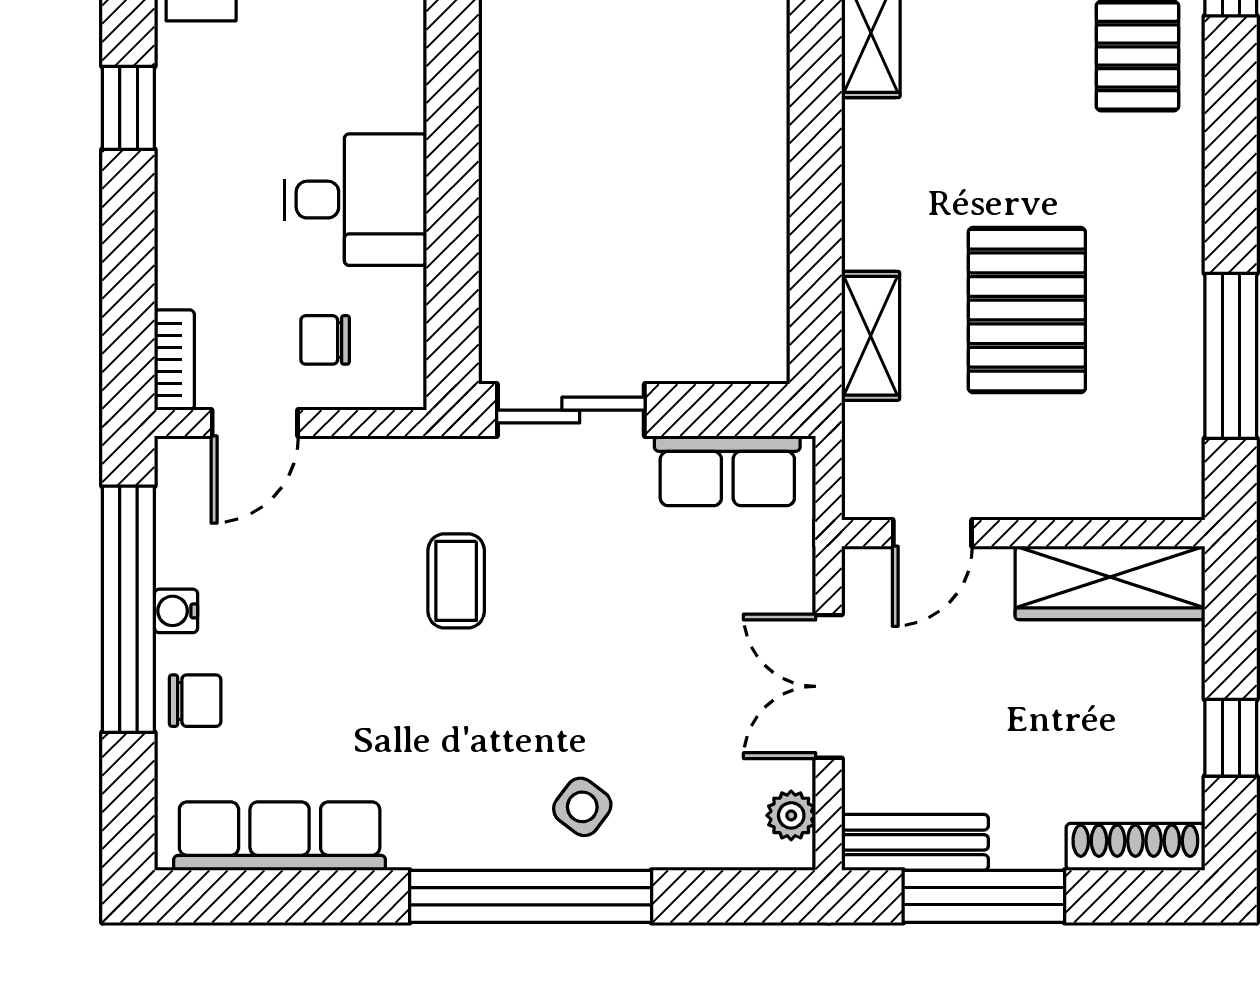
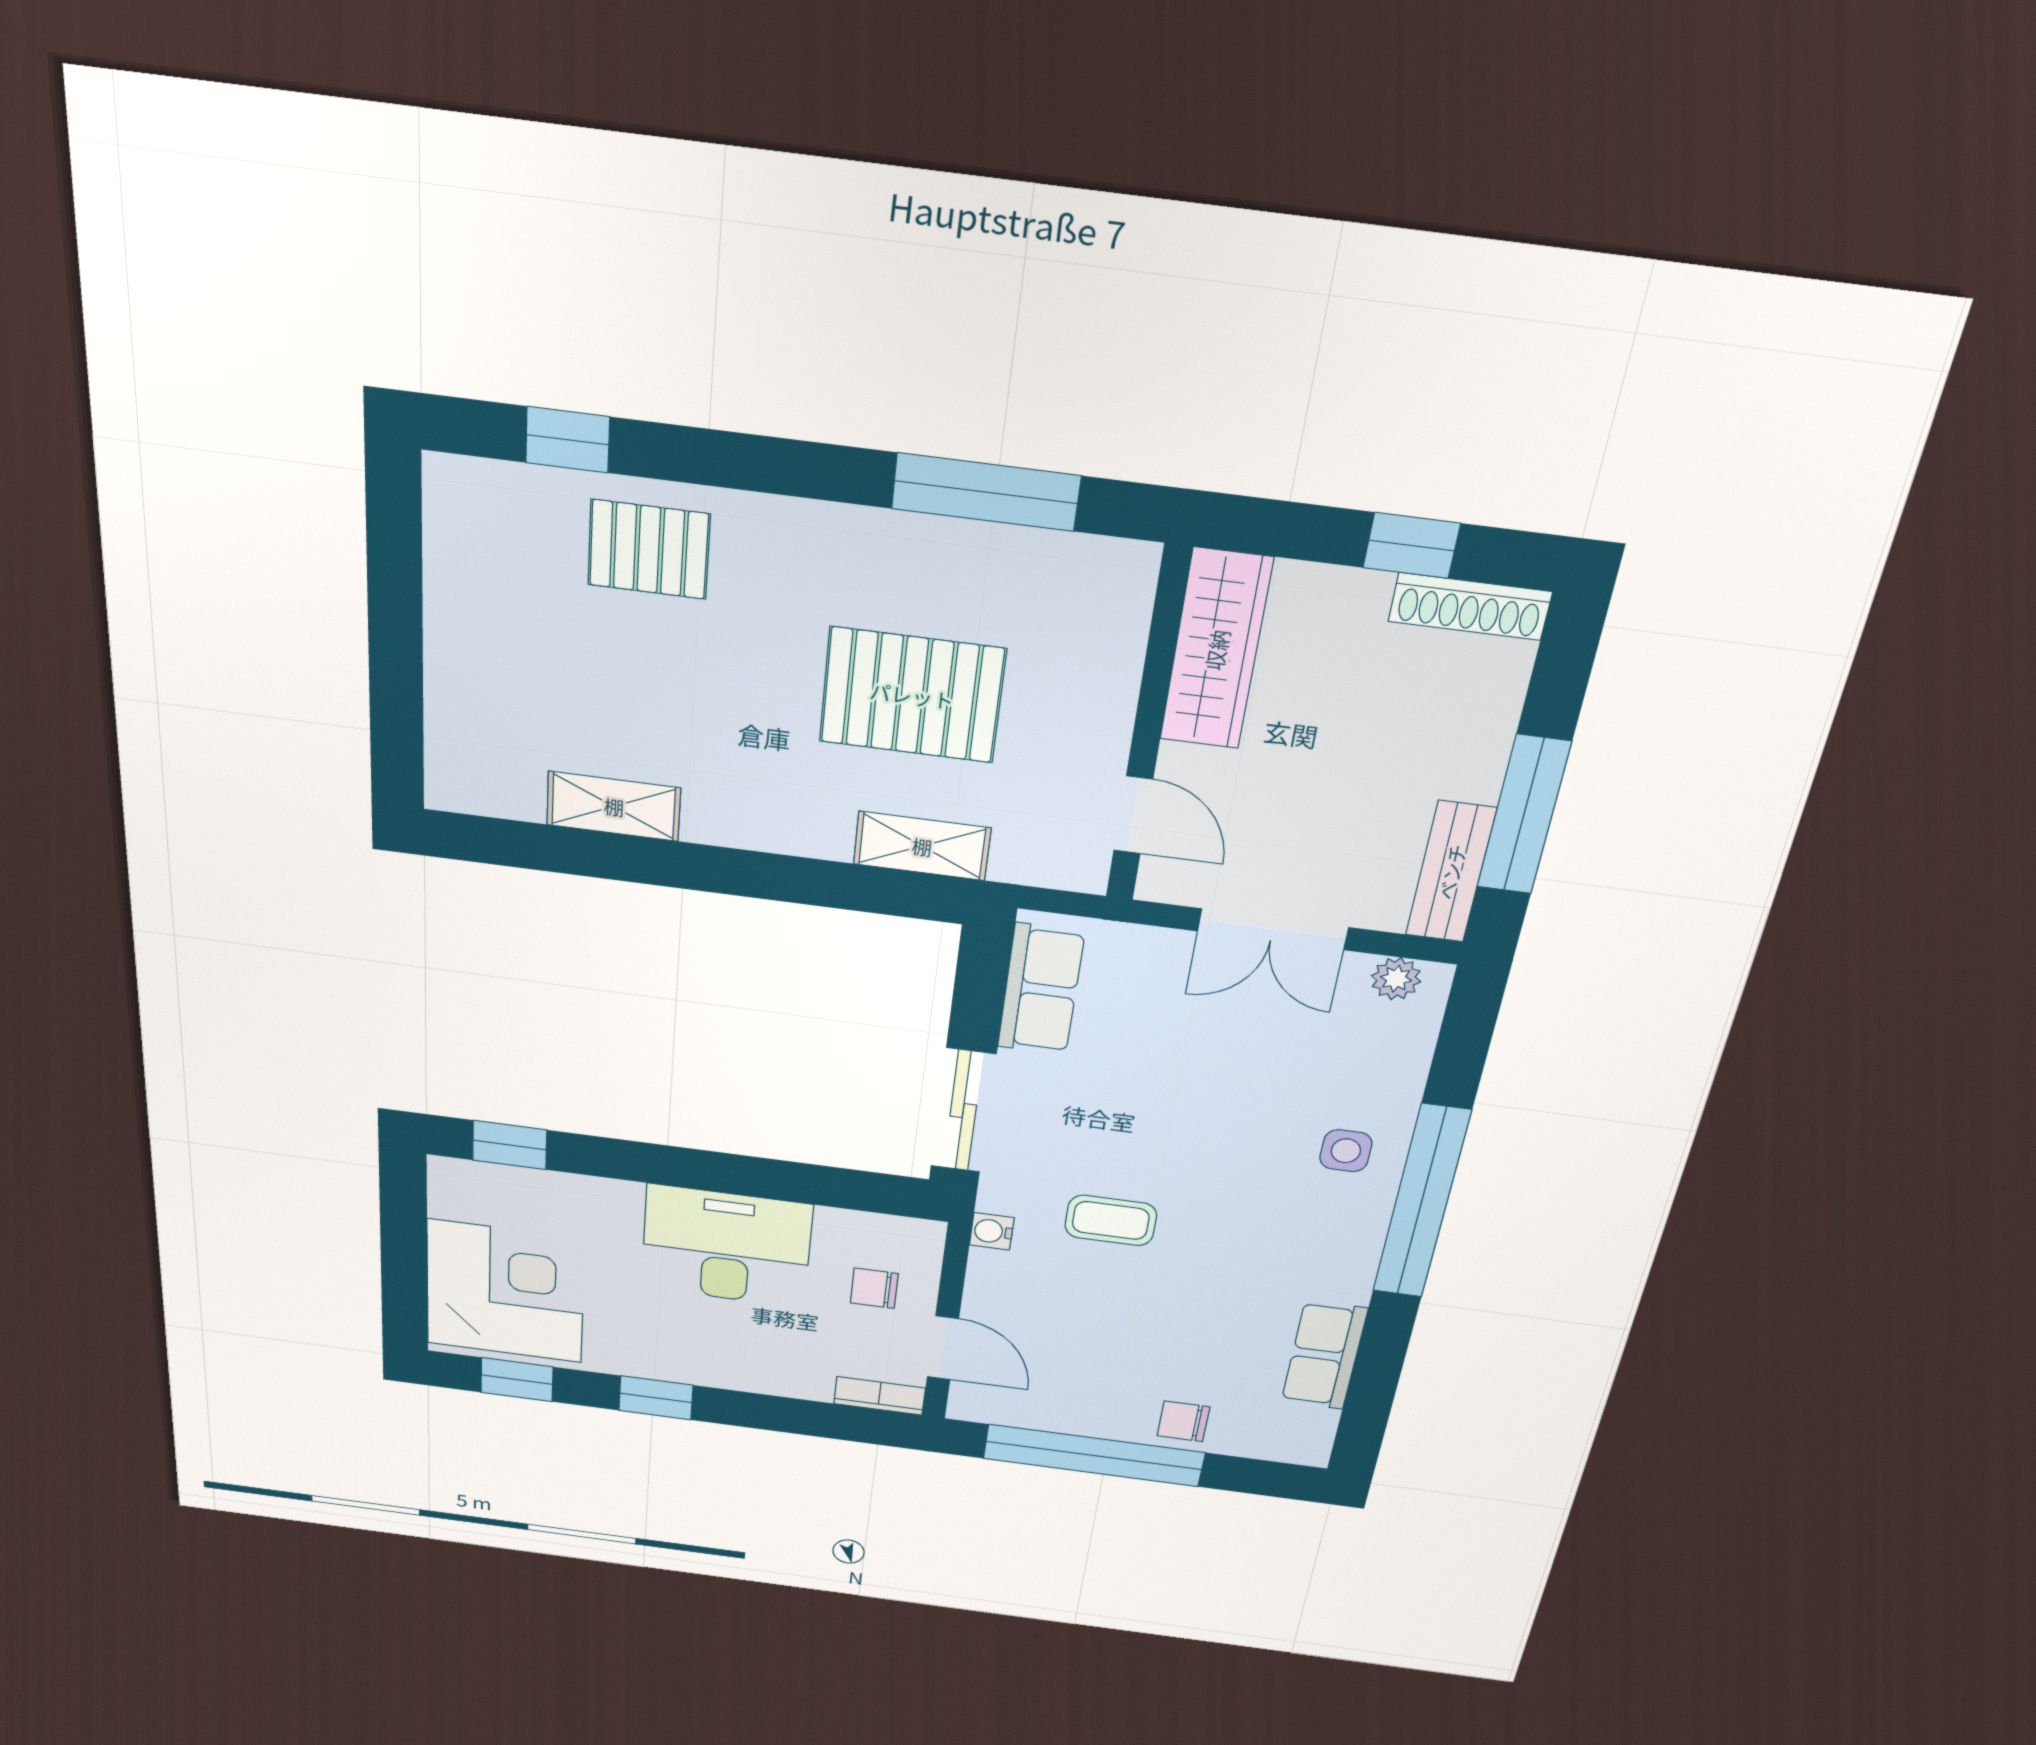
desk: (356, 200) -> (726, 1246), width x1.37
chair: (325, 340) -> (874, 1288), turned 90
water cooler: (176, 611) -> (992, 1231), moved, turned 90
chair: (195, 701) -> (1183, 1421), turned -90
side table: (582, 807) -> (1346, 1151), turned -37
row of seats: (280, 836) -> (1324, 1355), width x0.68
shoe rack: (1135, 847) -> (1470, 606), moved, turned -90

